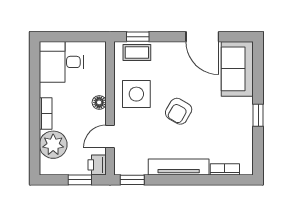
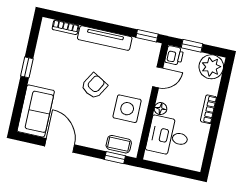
desk: (61, 62) -> (168, 136), moved, turned 180
plant: (53, 145) -> (211, 67), moved

